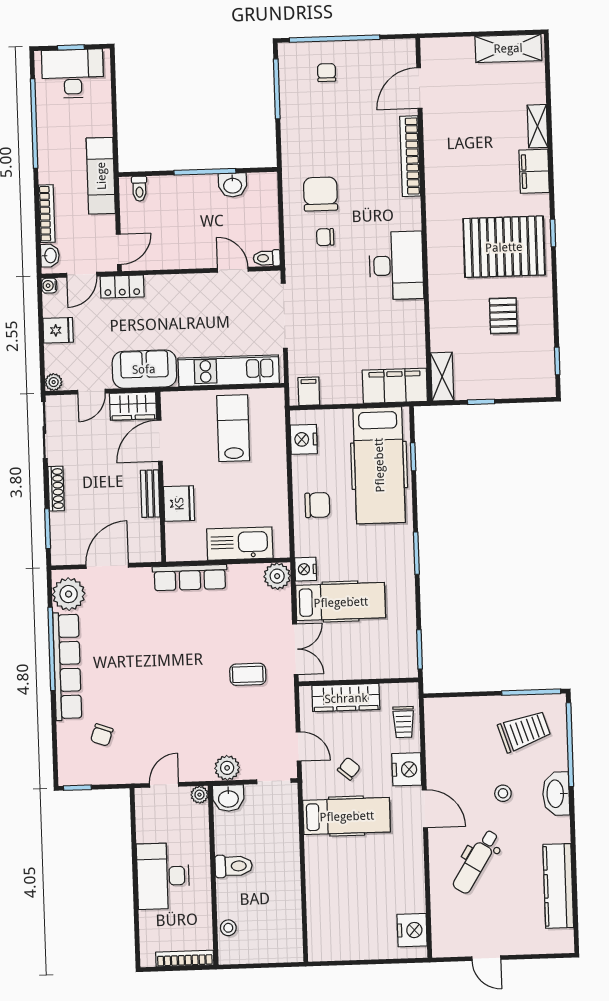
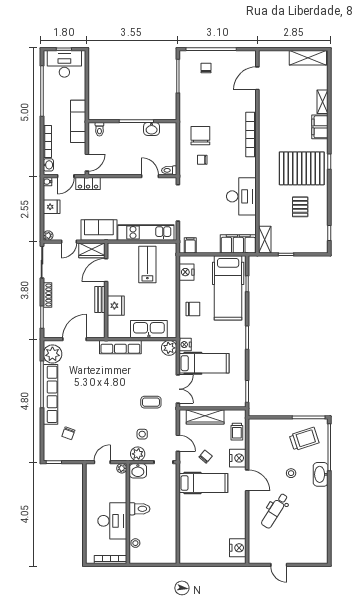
bookcase: (410, 156) -> (251, 135), moved
desk: (396, 265) -> (241, 196), moved
side table: (234, 732) -> (142, 434), added
desk: (163, 876) -> (112, 521), moved, turned 180
kitchen counter: (558, 886) -> (320, 526), removed

